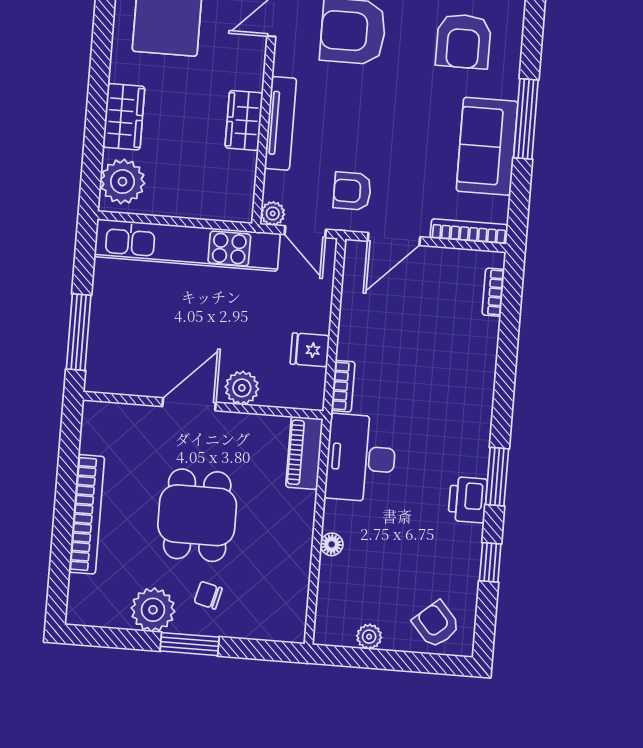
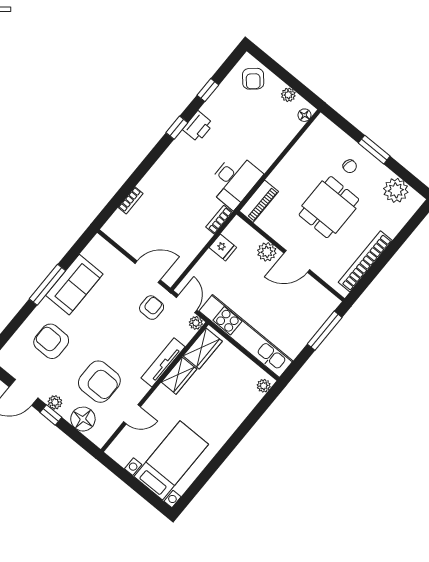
armchair: (463, 41) -> (51, 341), turned -90
wardrobe: (124, 117) -> (203, 348), moved, turned 180
plant: (122, 182) -> (264, 386), width x0.53, depth x0.53
armchair: (352, 191) -> (152, 308), turned -90
bookcase: (469, 231) -> (110, 251), removed
bookcase: (493, 292) -> (131, 200), moved
window: (497, 477) -> (177, 128), width x0.67
bookcase: (87, 514) -> (365, 261), moved
floor lamp: (332, 544) -> (304, 115), moved
plant: (153, 610) -> (396, 190), moved

